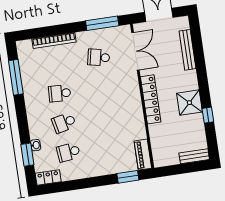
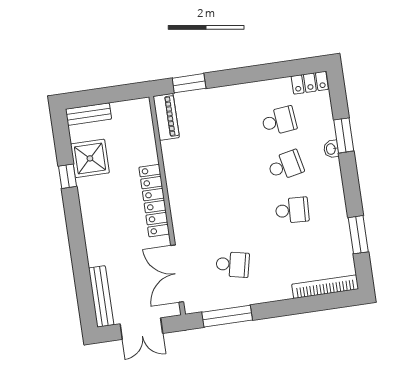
bookcase: (54, 41) -> (325, 287), moved
bench: (187, 50) -> (101, 296), moved
window: (16, 77) -> (358, 235), width x0.69
shower: (189, 103) -> (90, 158), moved
washbasin: (36, 145) -> (331, 149), moved
window: (27, 155) -> (344, 135), moved

